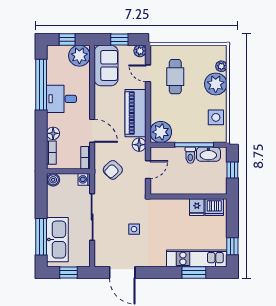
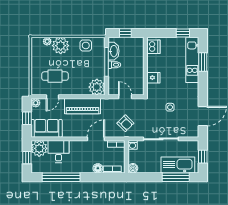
desk: (62, 99) -> (58, 152), moved, turned 180
floor lamp: (139, 145) -> (106, 103), removed
fridge: (197, 207) -> (153, 78), moved

